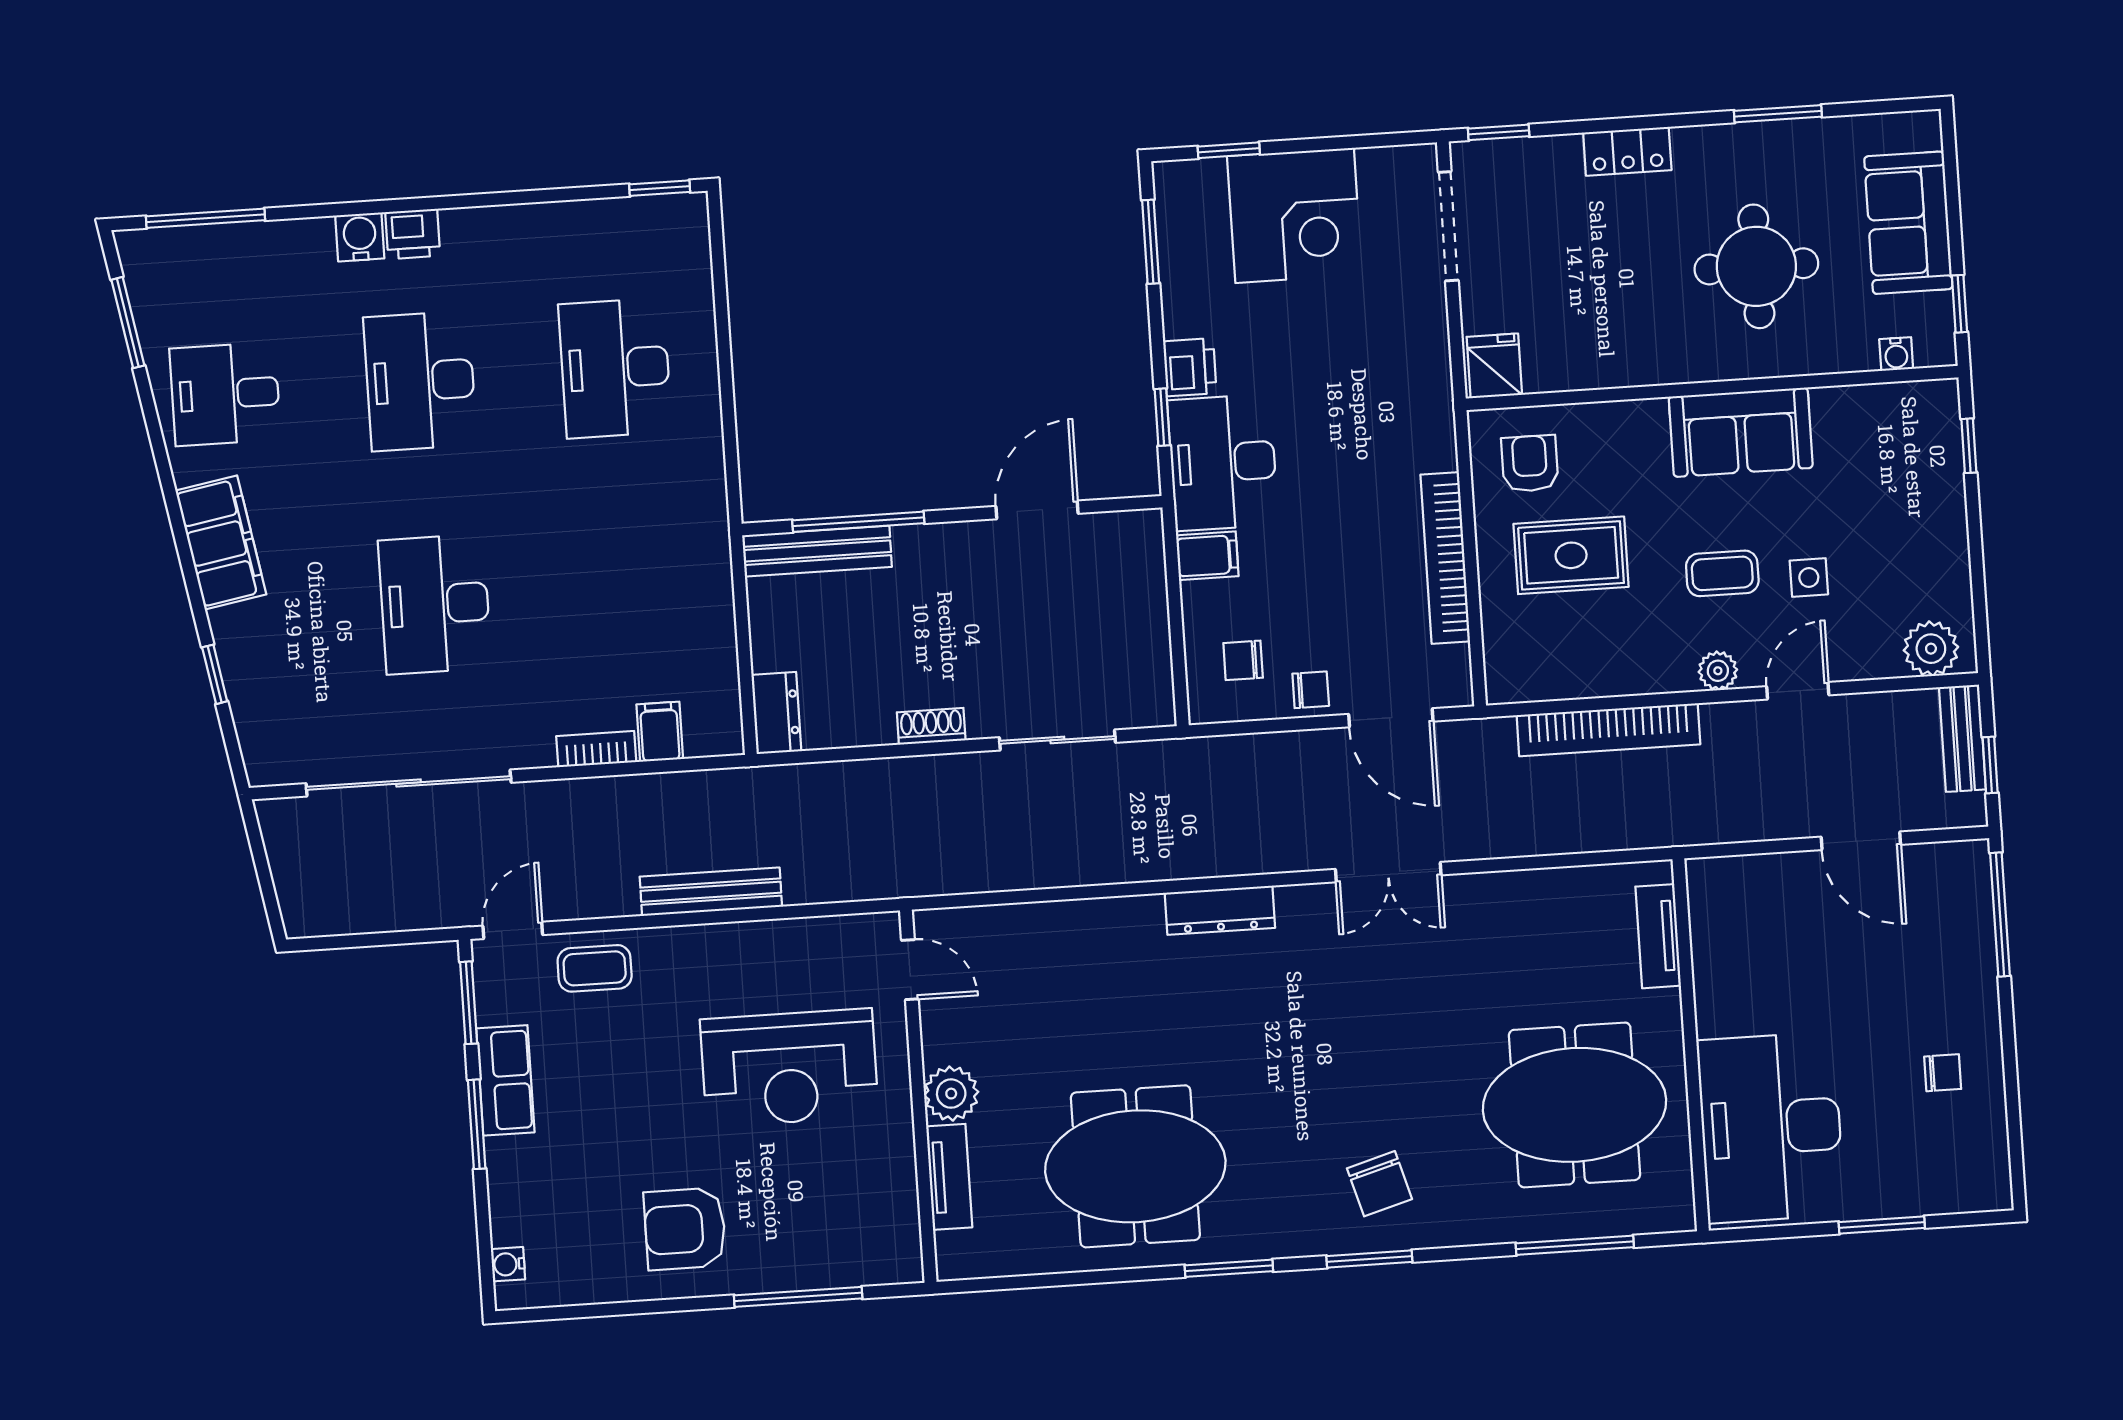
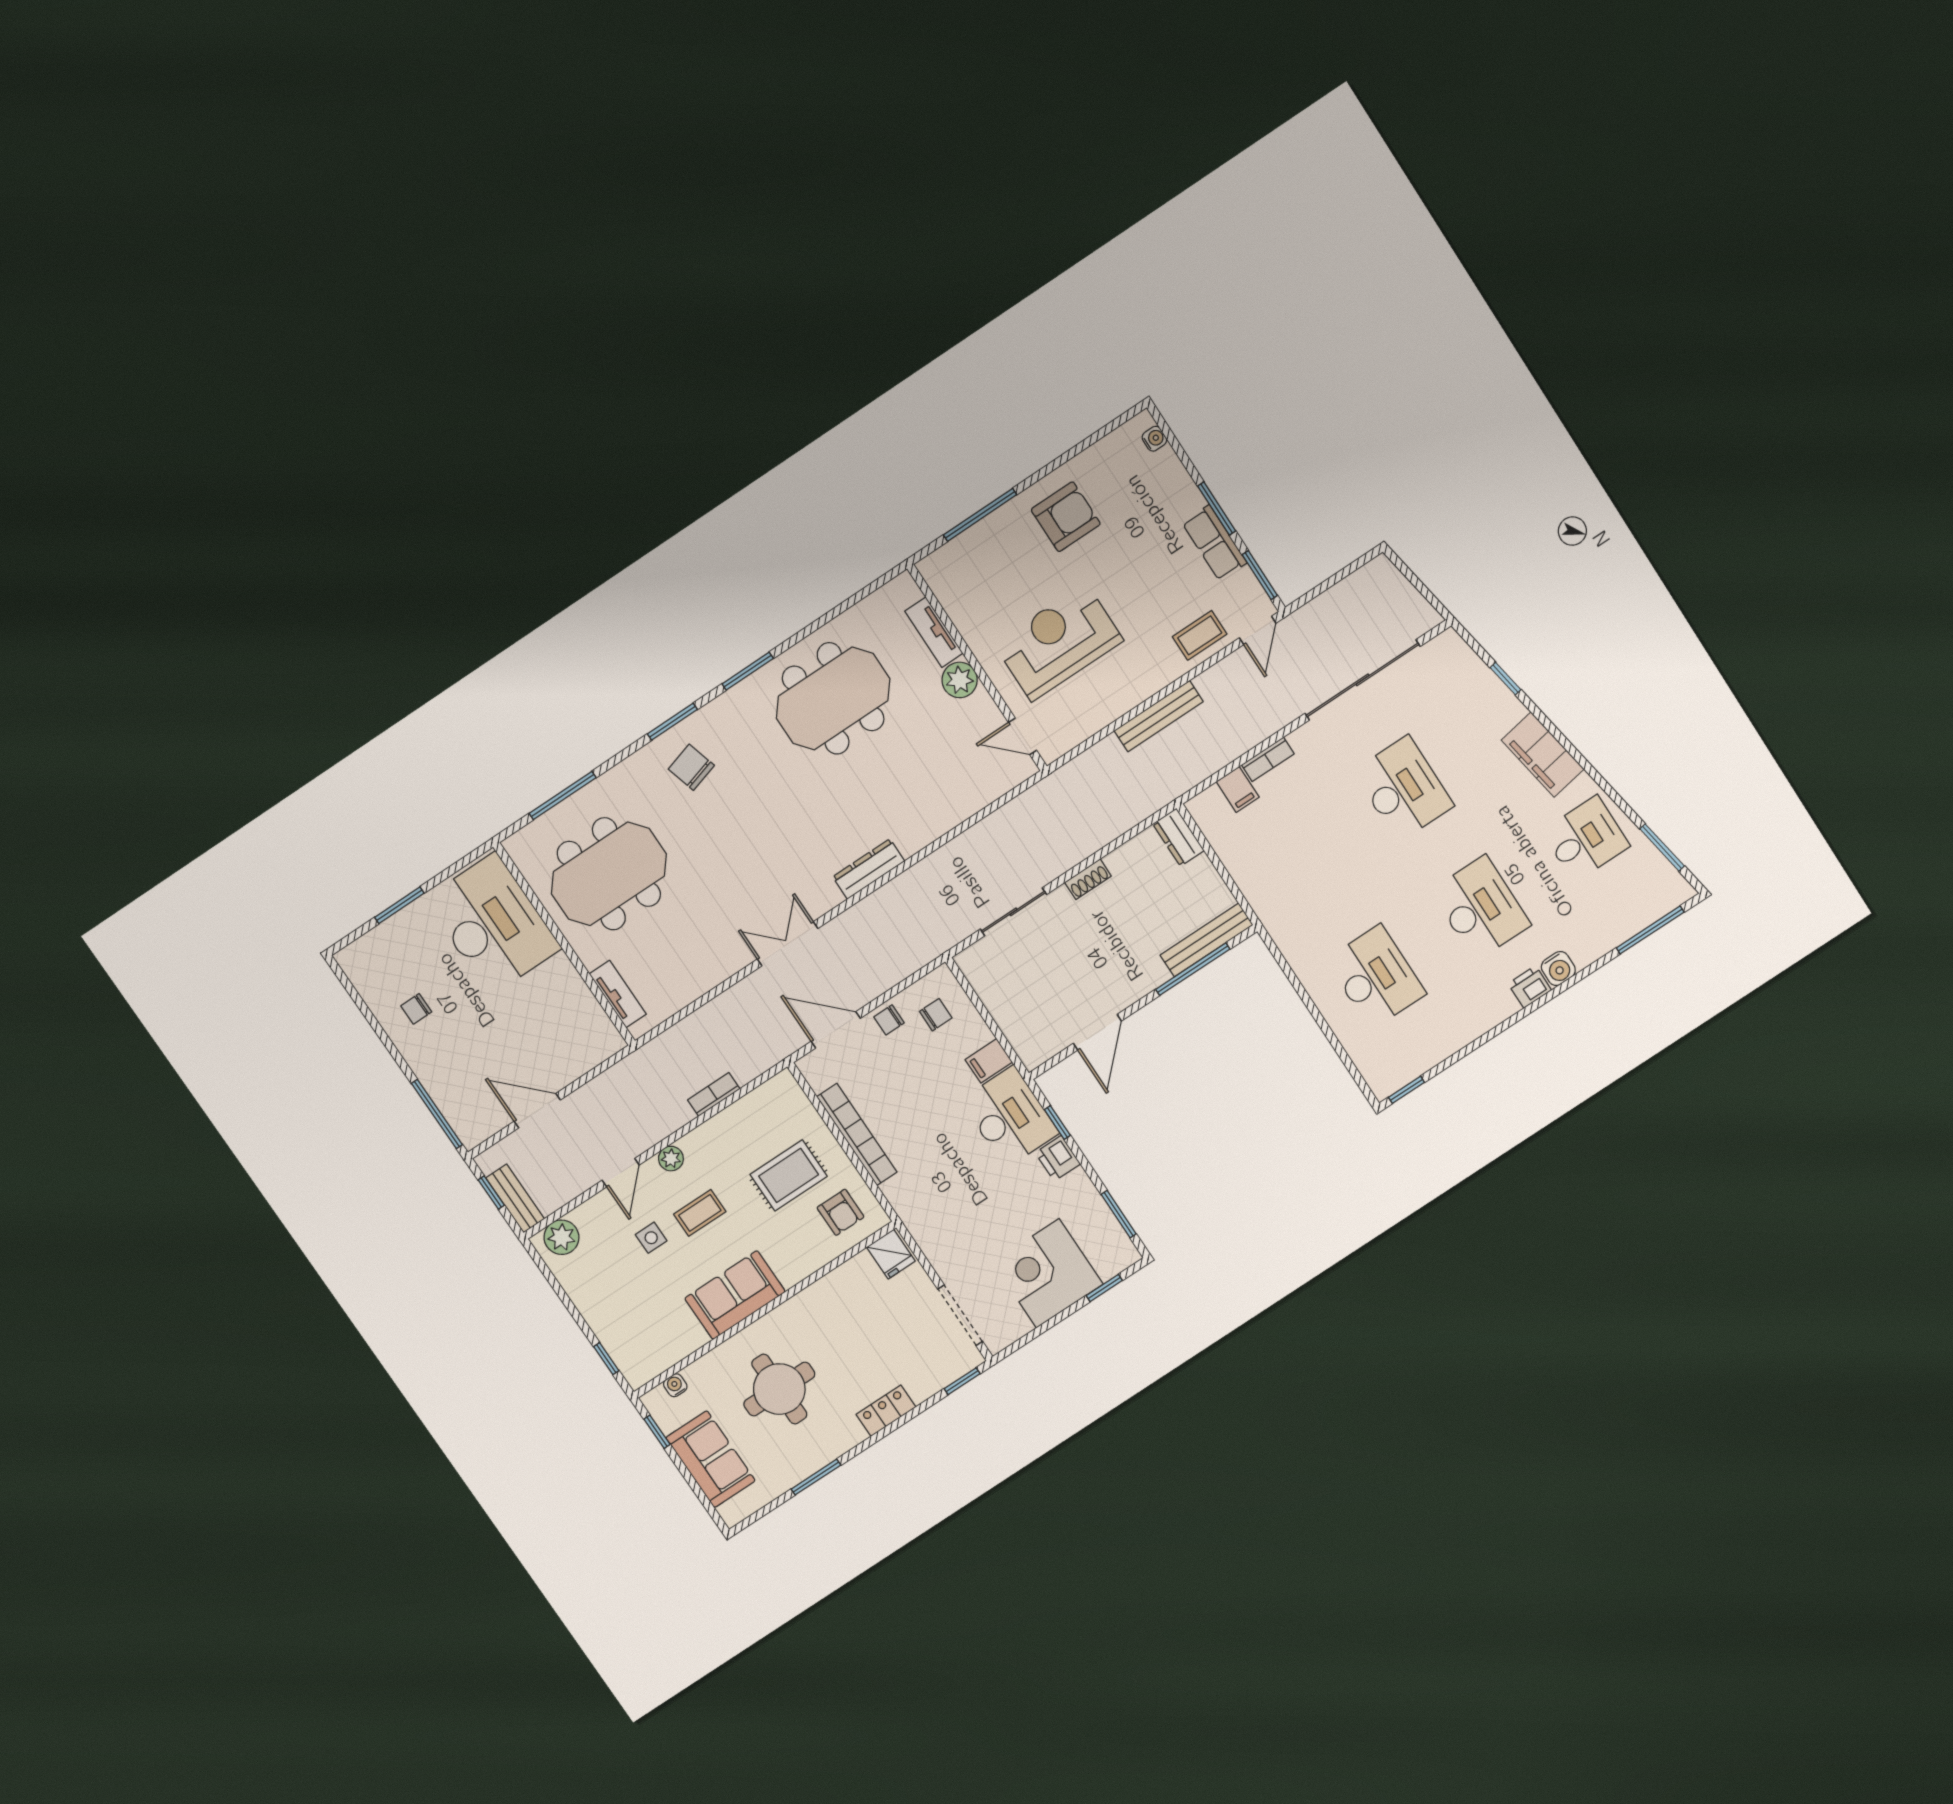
bookcase: (1608, 730) -> (714, 1094), width x0.43, depth x0.76

